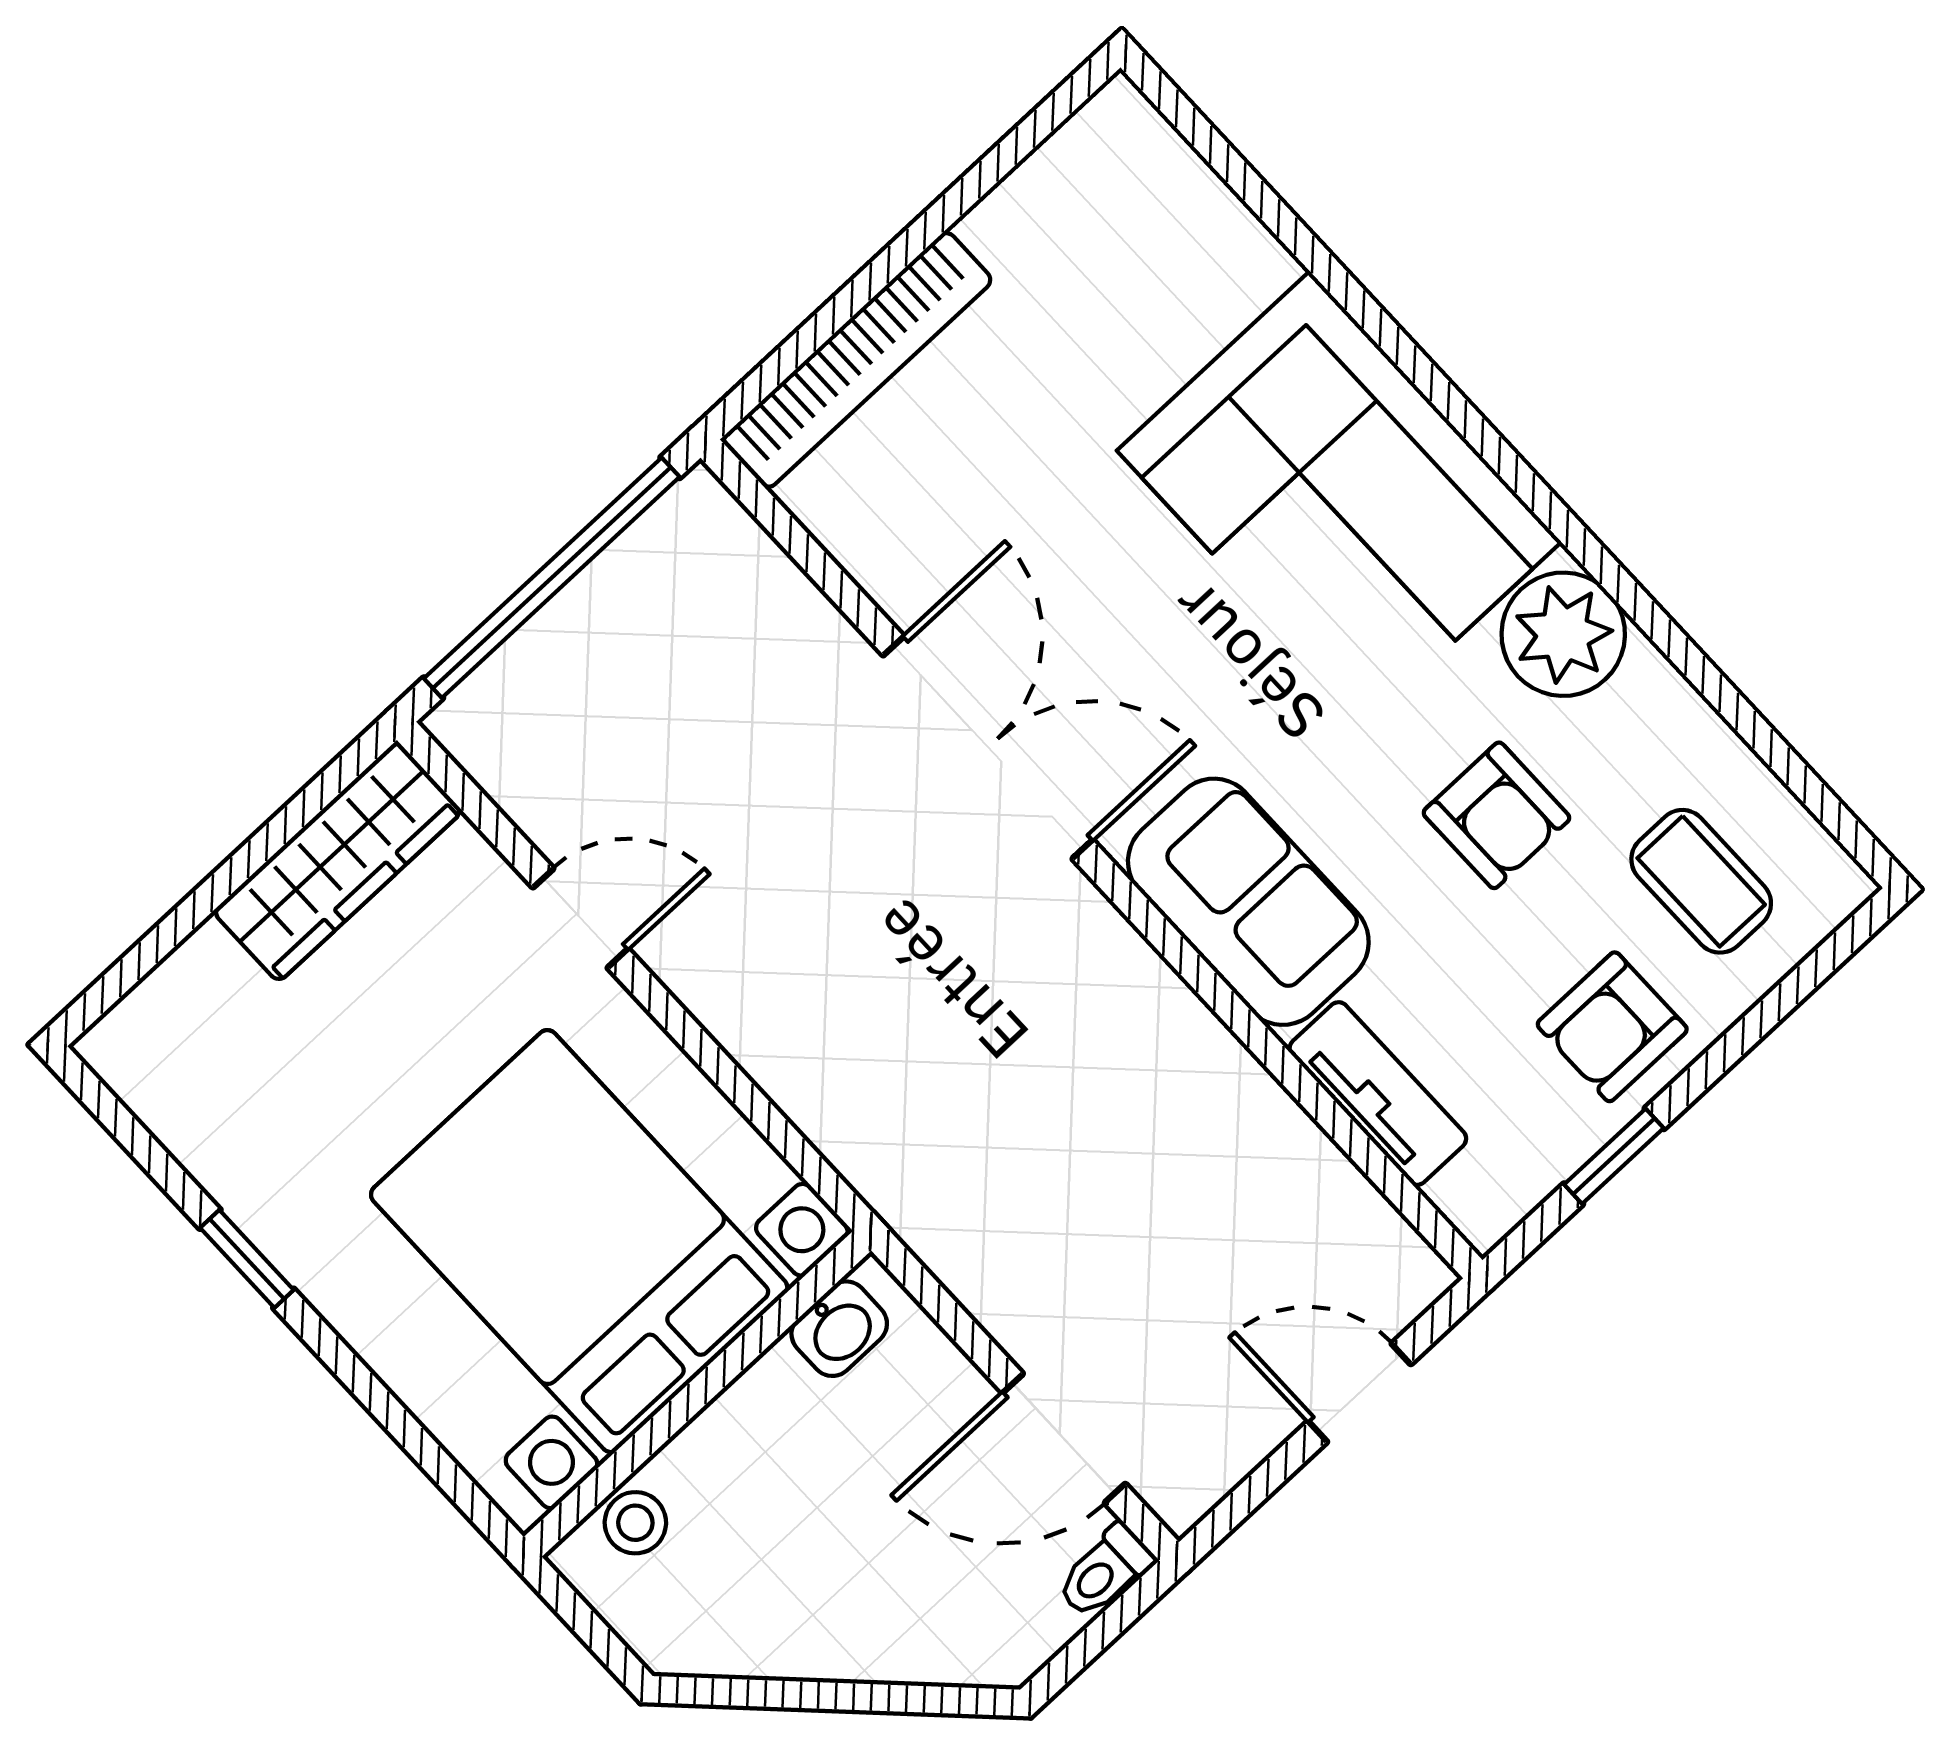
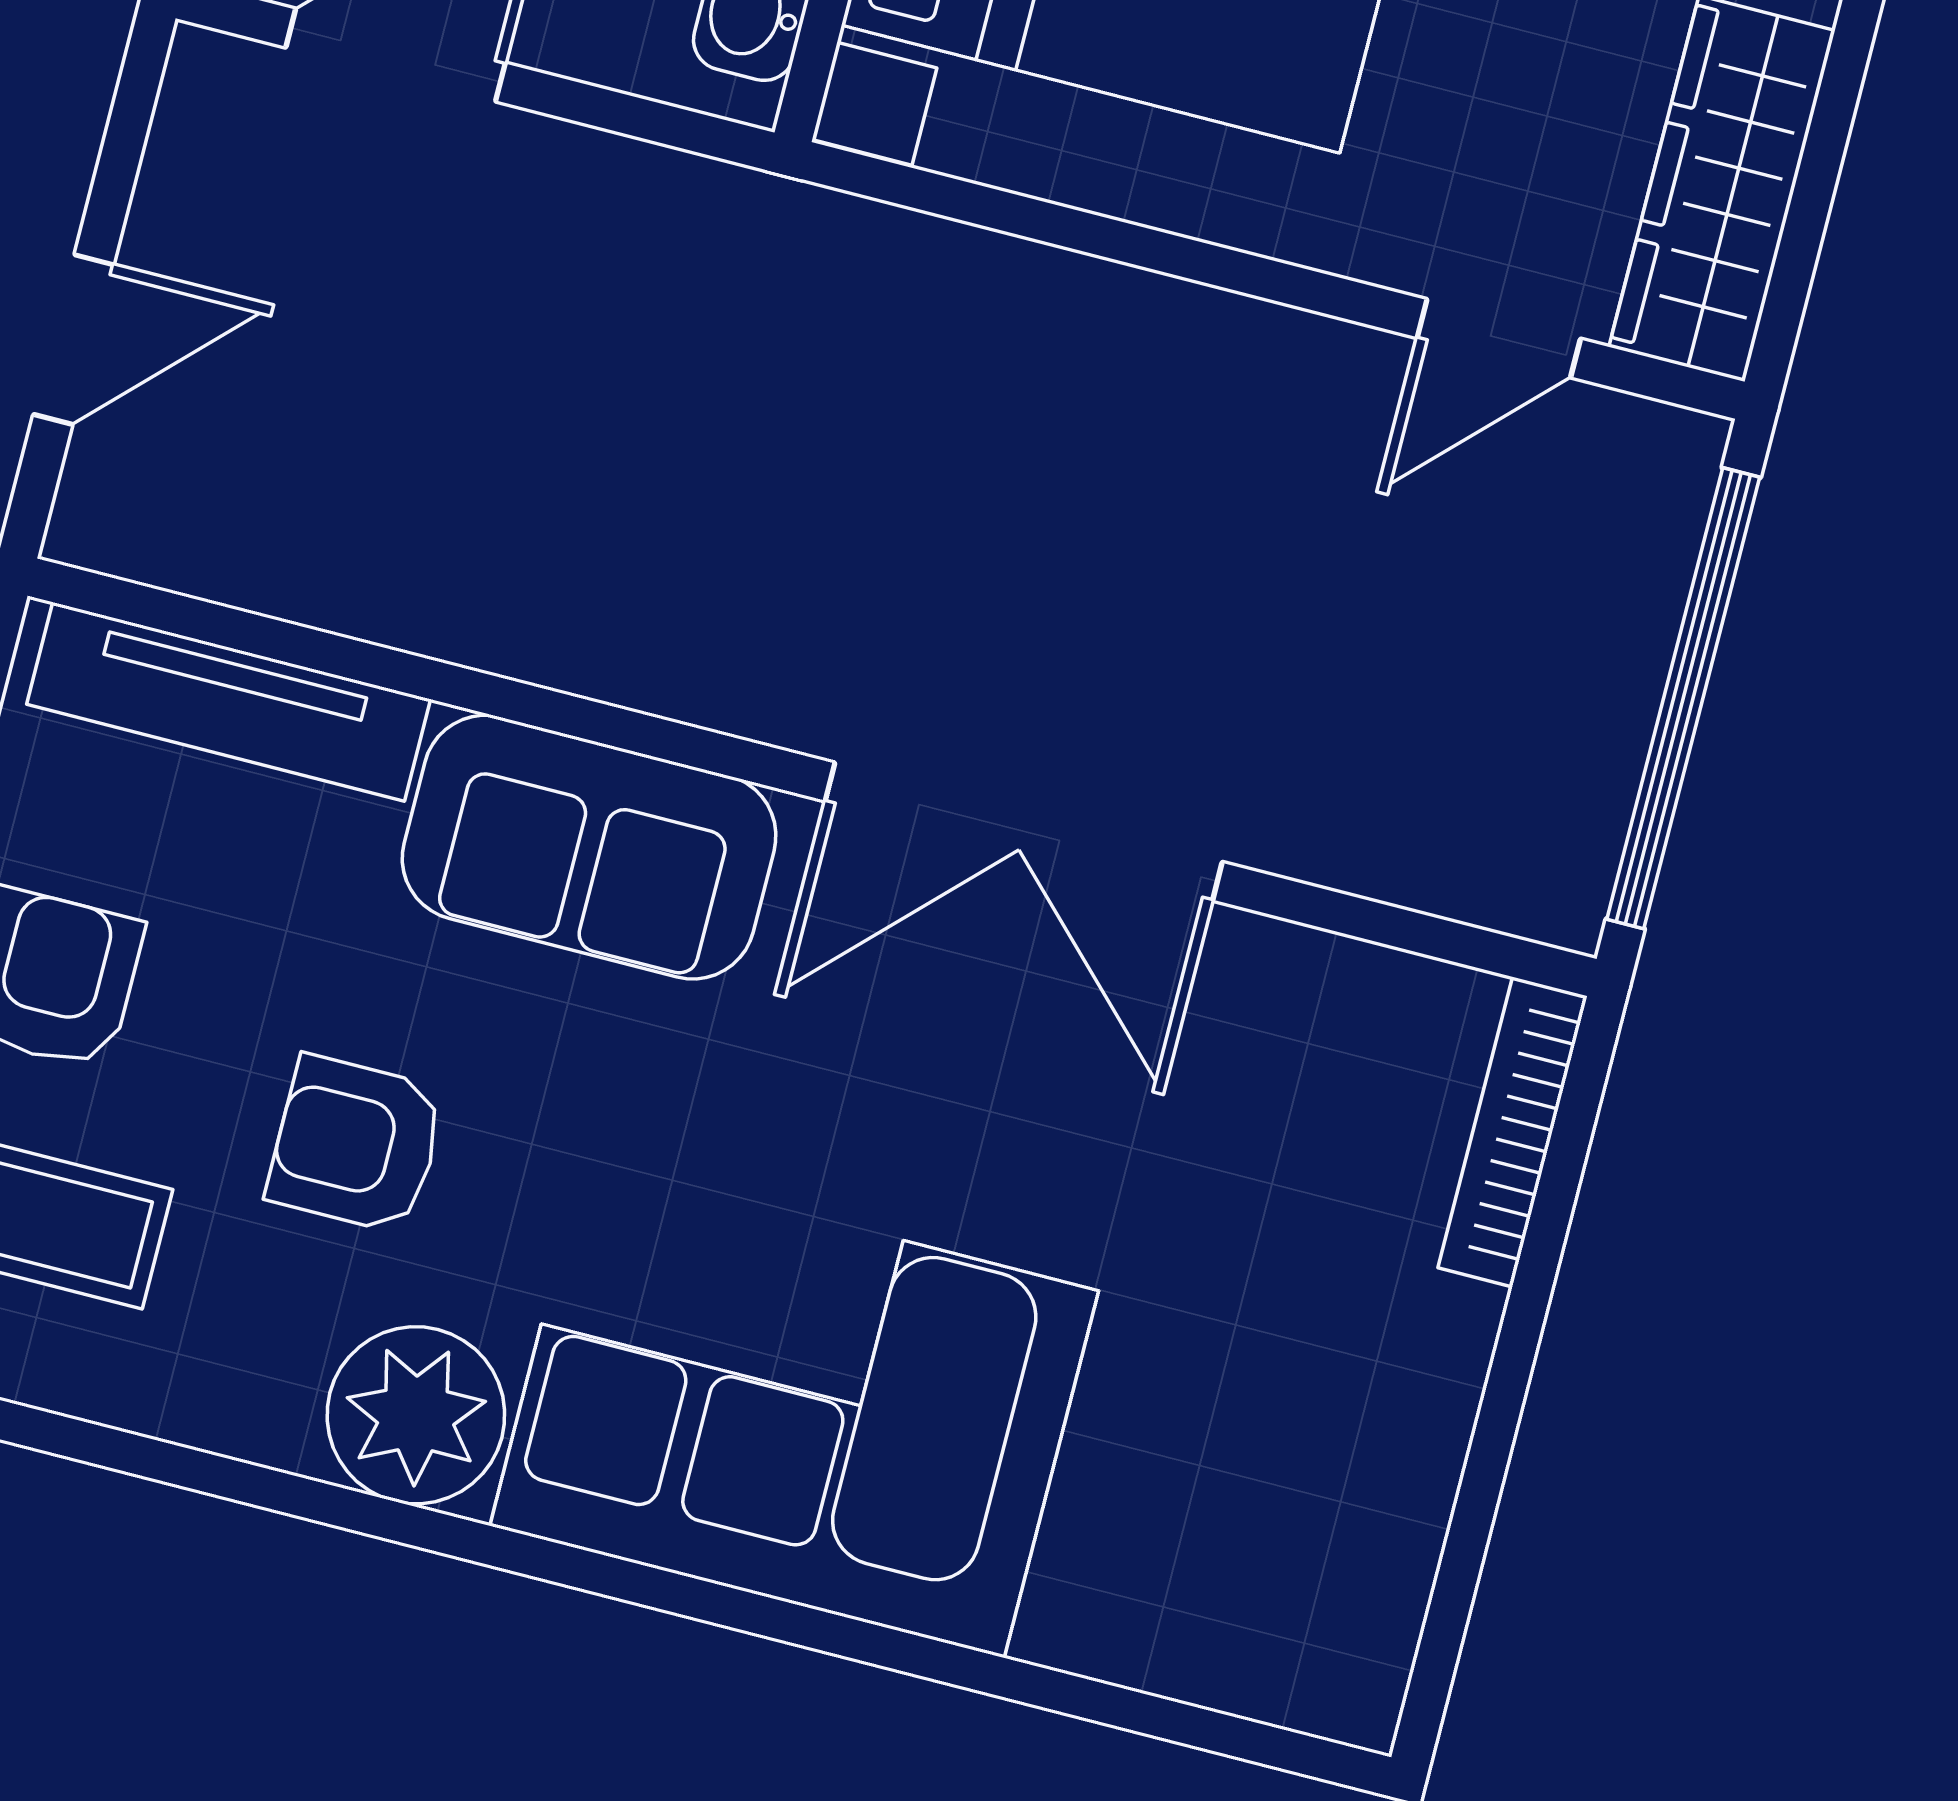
bookcase: (857, 360) -> (1513, 1132), width x0.68, depth x0.76
door: (581, 918) -> (1499, 338), moved
tv unit: (1378, 1094) -> (229, 702), width x1.41

